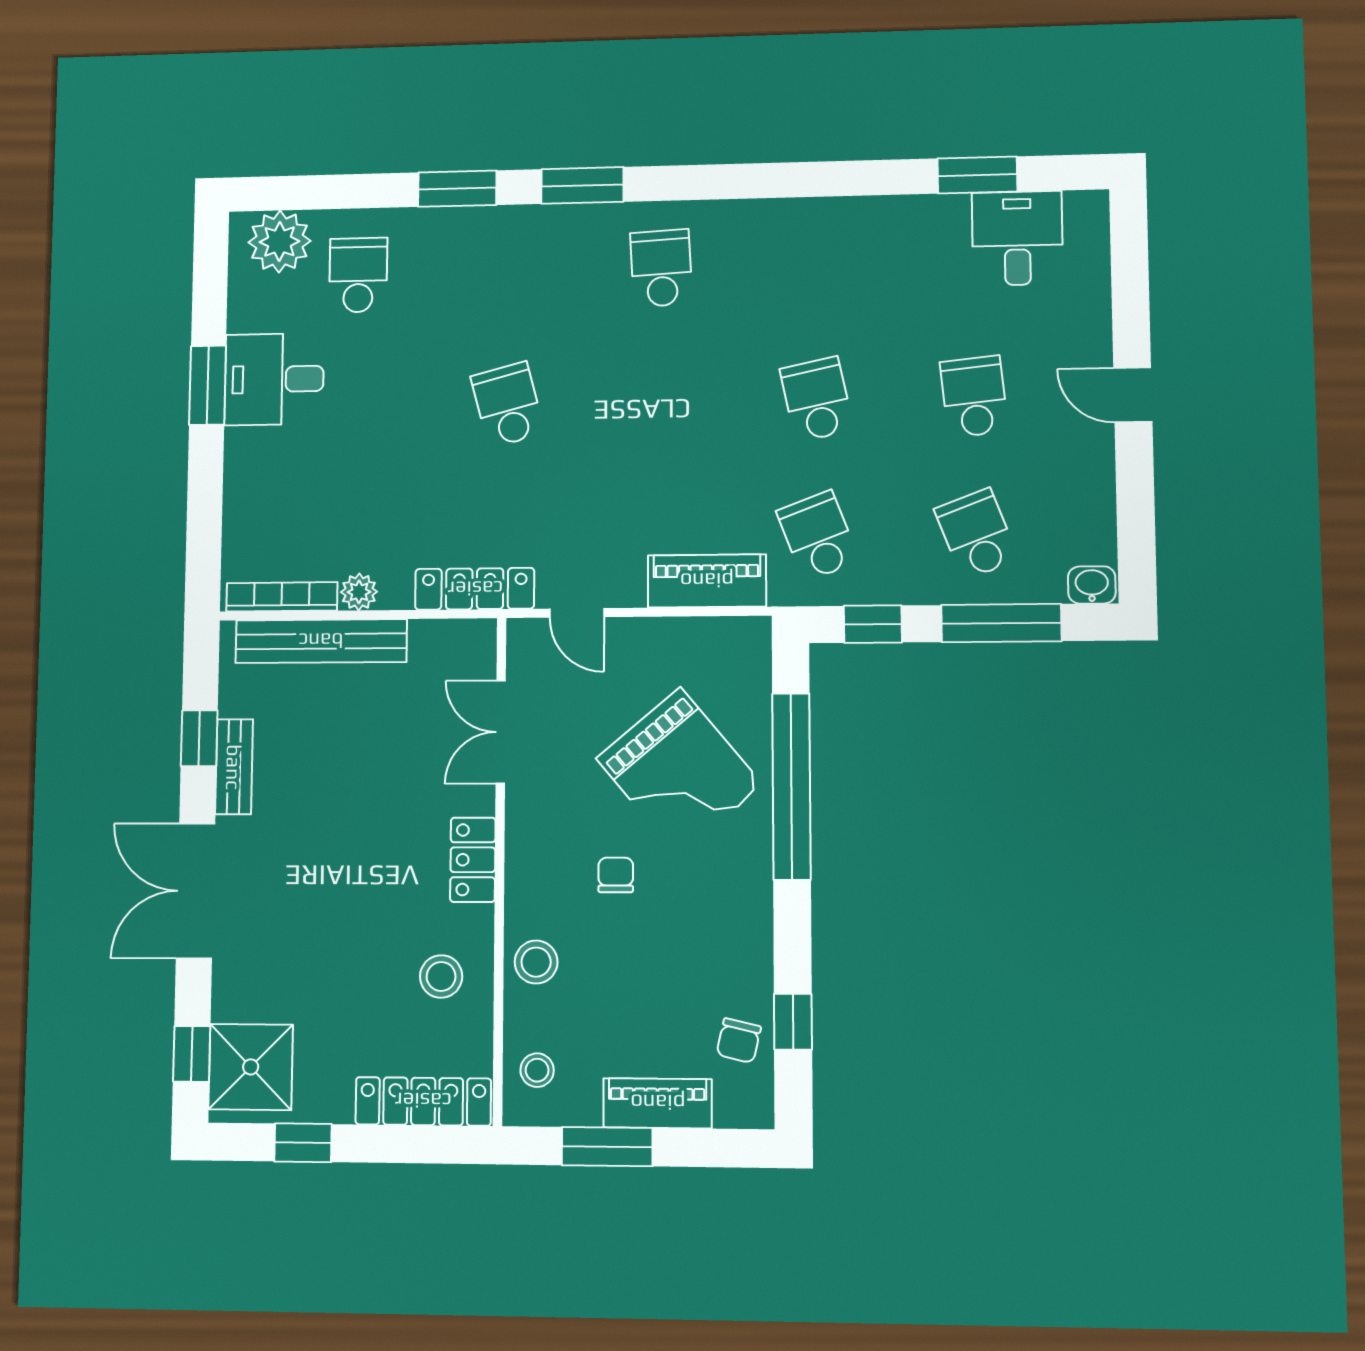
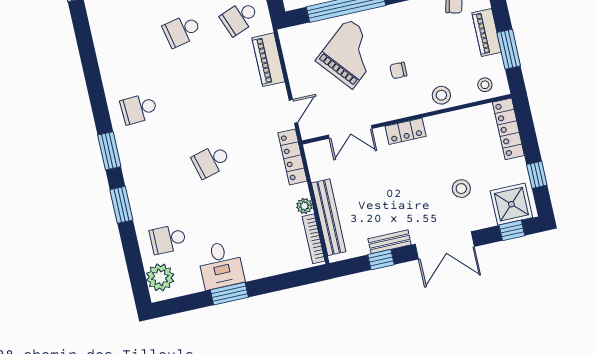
stool: (441, 976) -> (461, 189), moved

